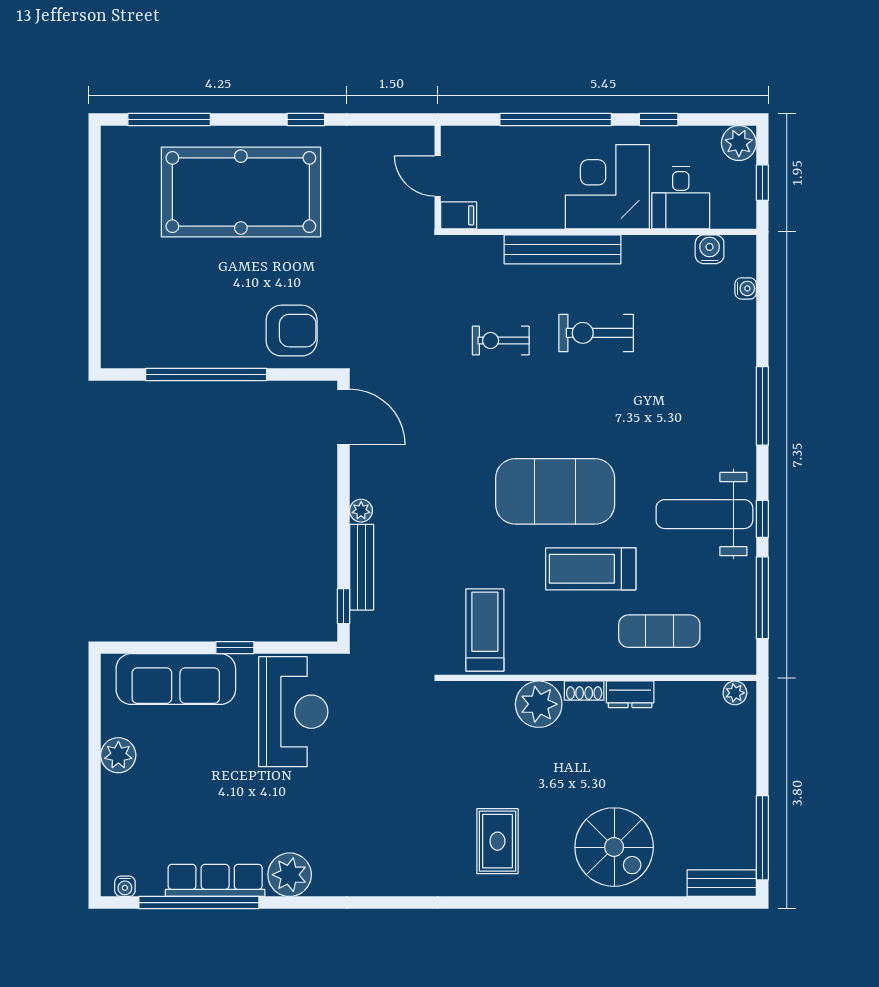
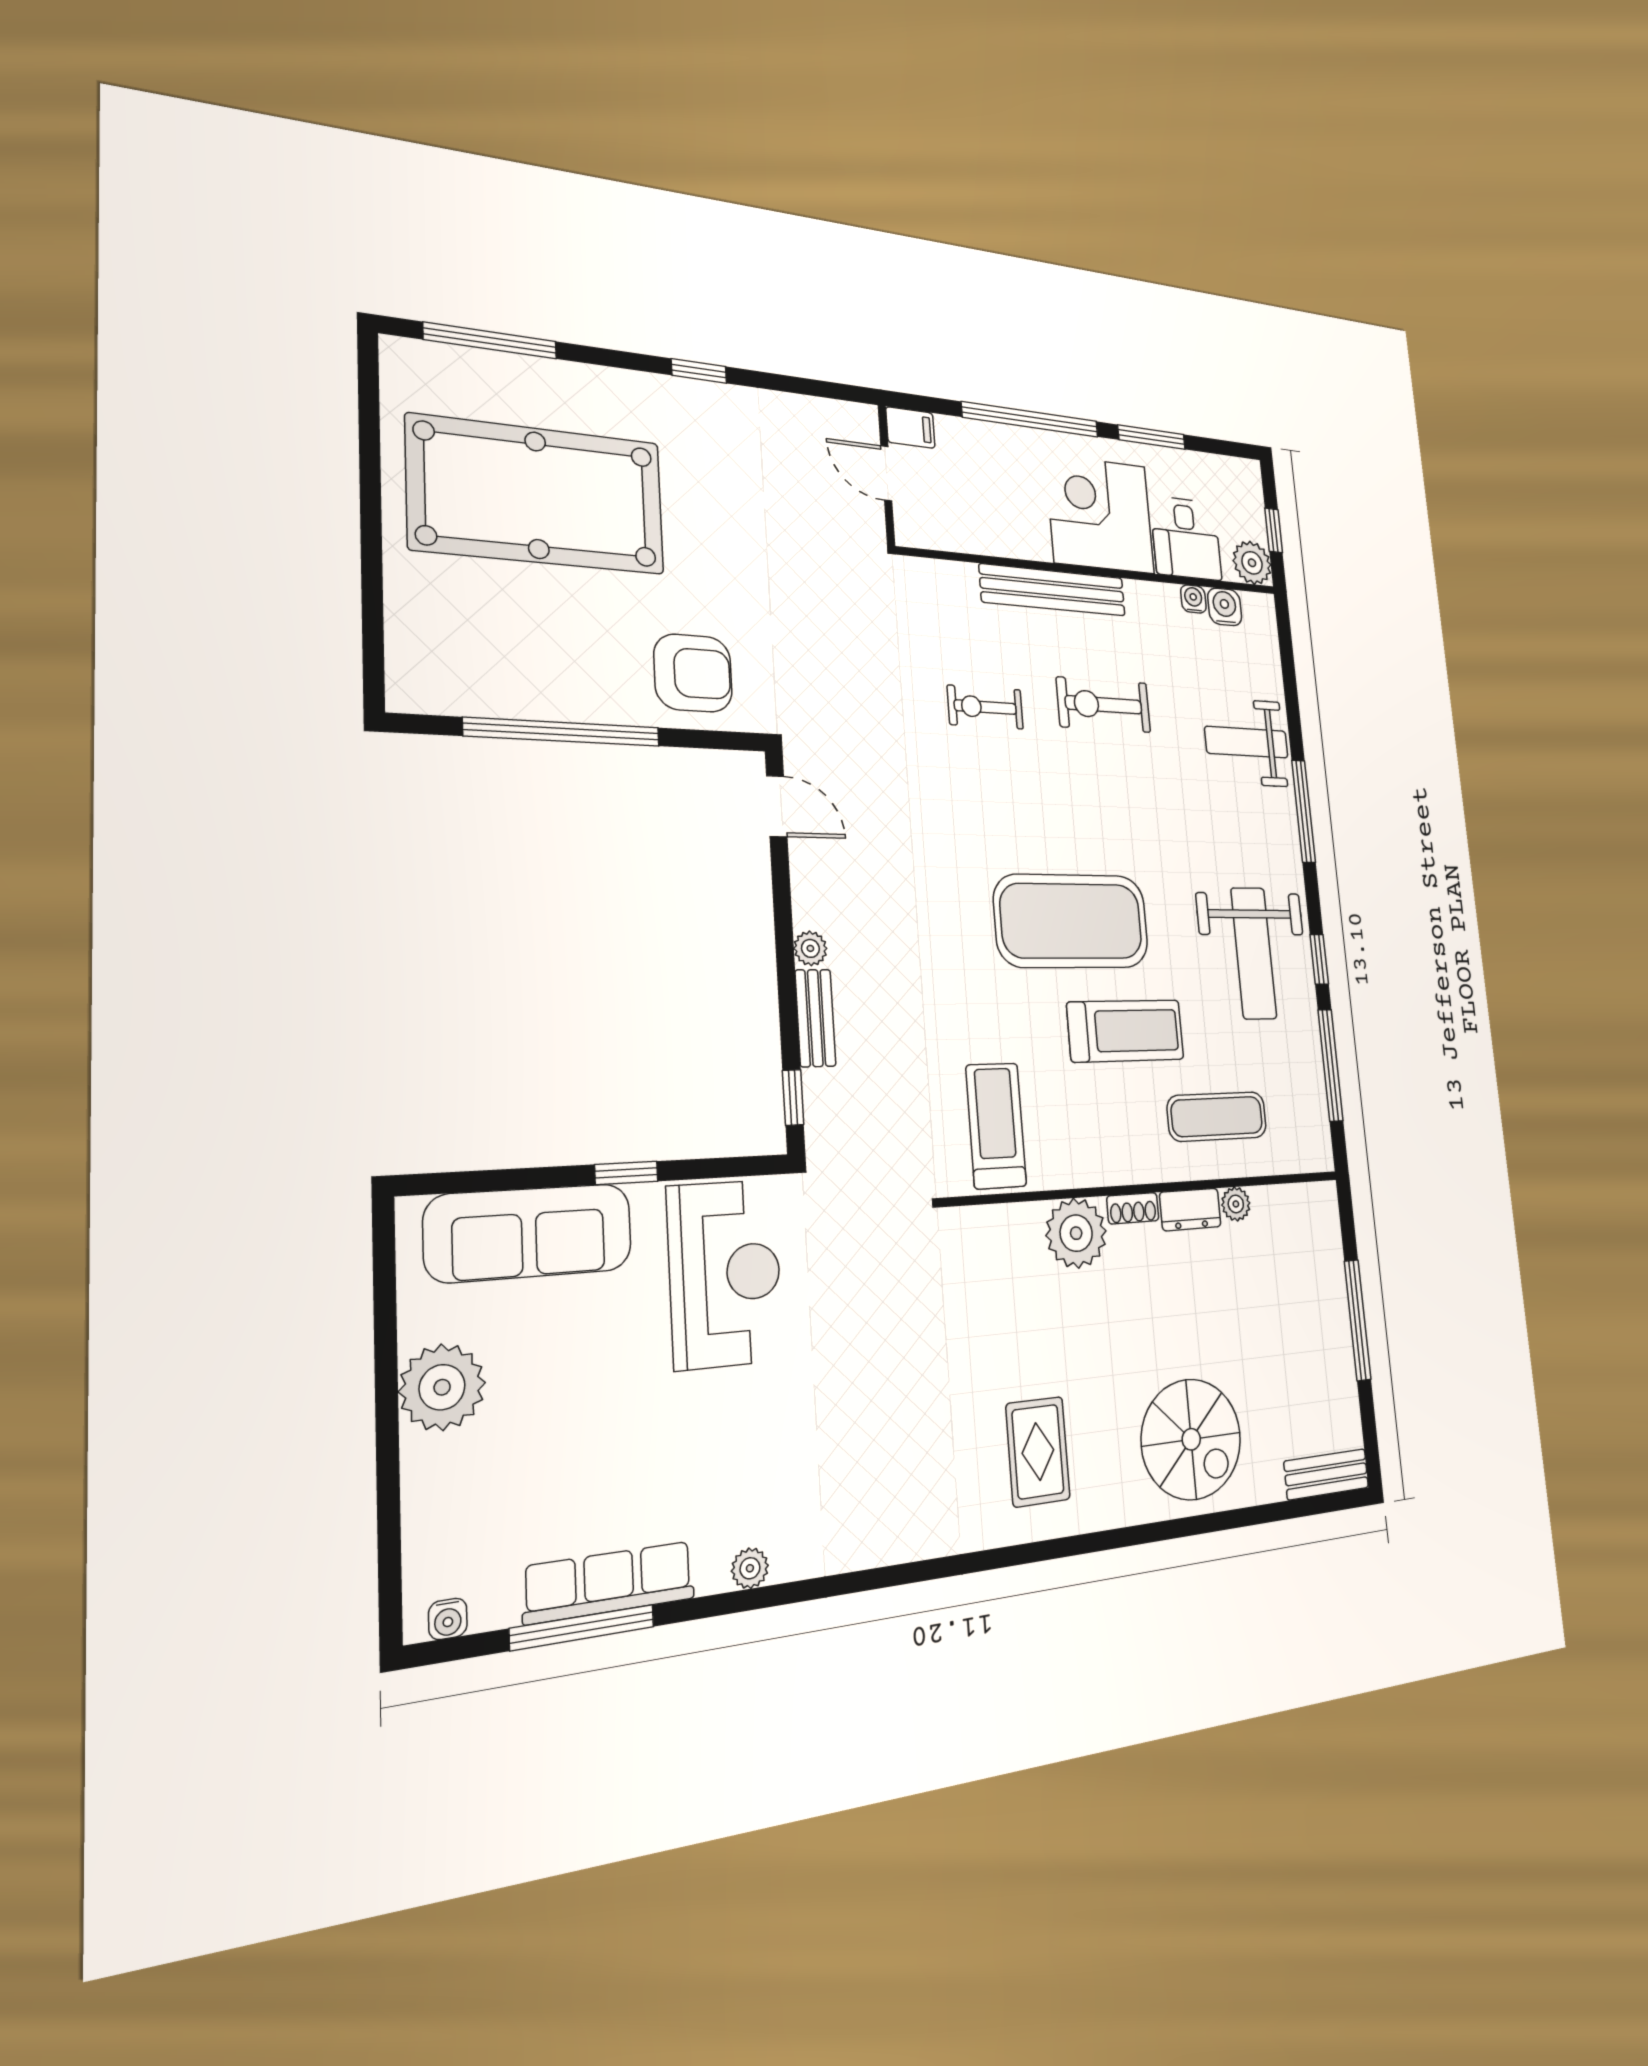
window: (659, 120) -> (1152, 437), width x1.50
plant: (739, 143) -> (1252, 563), moved
pool table: (241, 192) -> (537, 495), moved
filing cabinet: (459, 215) -> (910, 428), moved
water cooler: (746, 288) -> (1193, 599), moved, turned -90
weight bench: (717, 354) -> (1246, 742), added
door: (344, 417) -> (777, 806), width x0.73
weight bench: (704, 514) -> (1254, 953), turned -90
bench: (362, 567) -> (815, 1018), width x0.73
treadmill: (591, 569) -> (1126, 1031), turned 180
plant: (735, 693) -> (1236, 1204), moved
plant: (118, 755) -> (442, 1387), width x1.36, depth x1.36
window: (762, 838) -> (1358, 1320), moved
plant: (290, 875) -> (750, 1568), width x0.53, depth x0.53
window: (199, 903) -> (582, 1628), width x0.68

